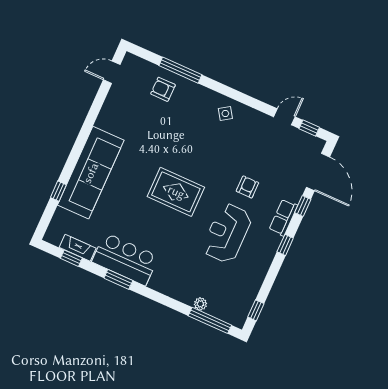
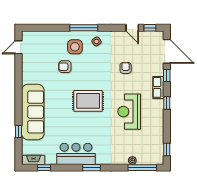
window: (180, 70) -> (84, 28), moved
armchair: (163, 89) -> (65, 67), moved
side table: (191, 107) -> (75, 47), added
door: (284, 117) -> (132, 28), swing flipped
armchair: (247, 187) -> (126, 68), moved
fireplace: (78, 248) -> (34, 160), moved
window: (118, 279) -> (91, 168), moved

